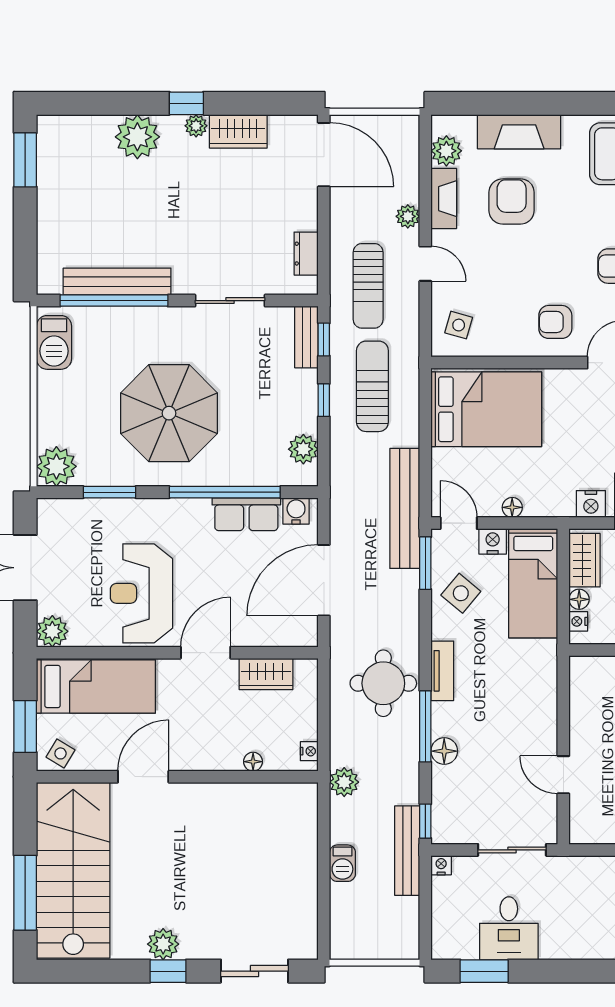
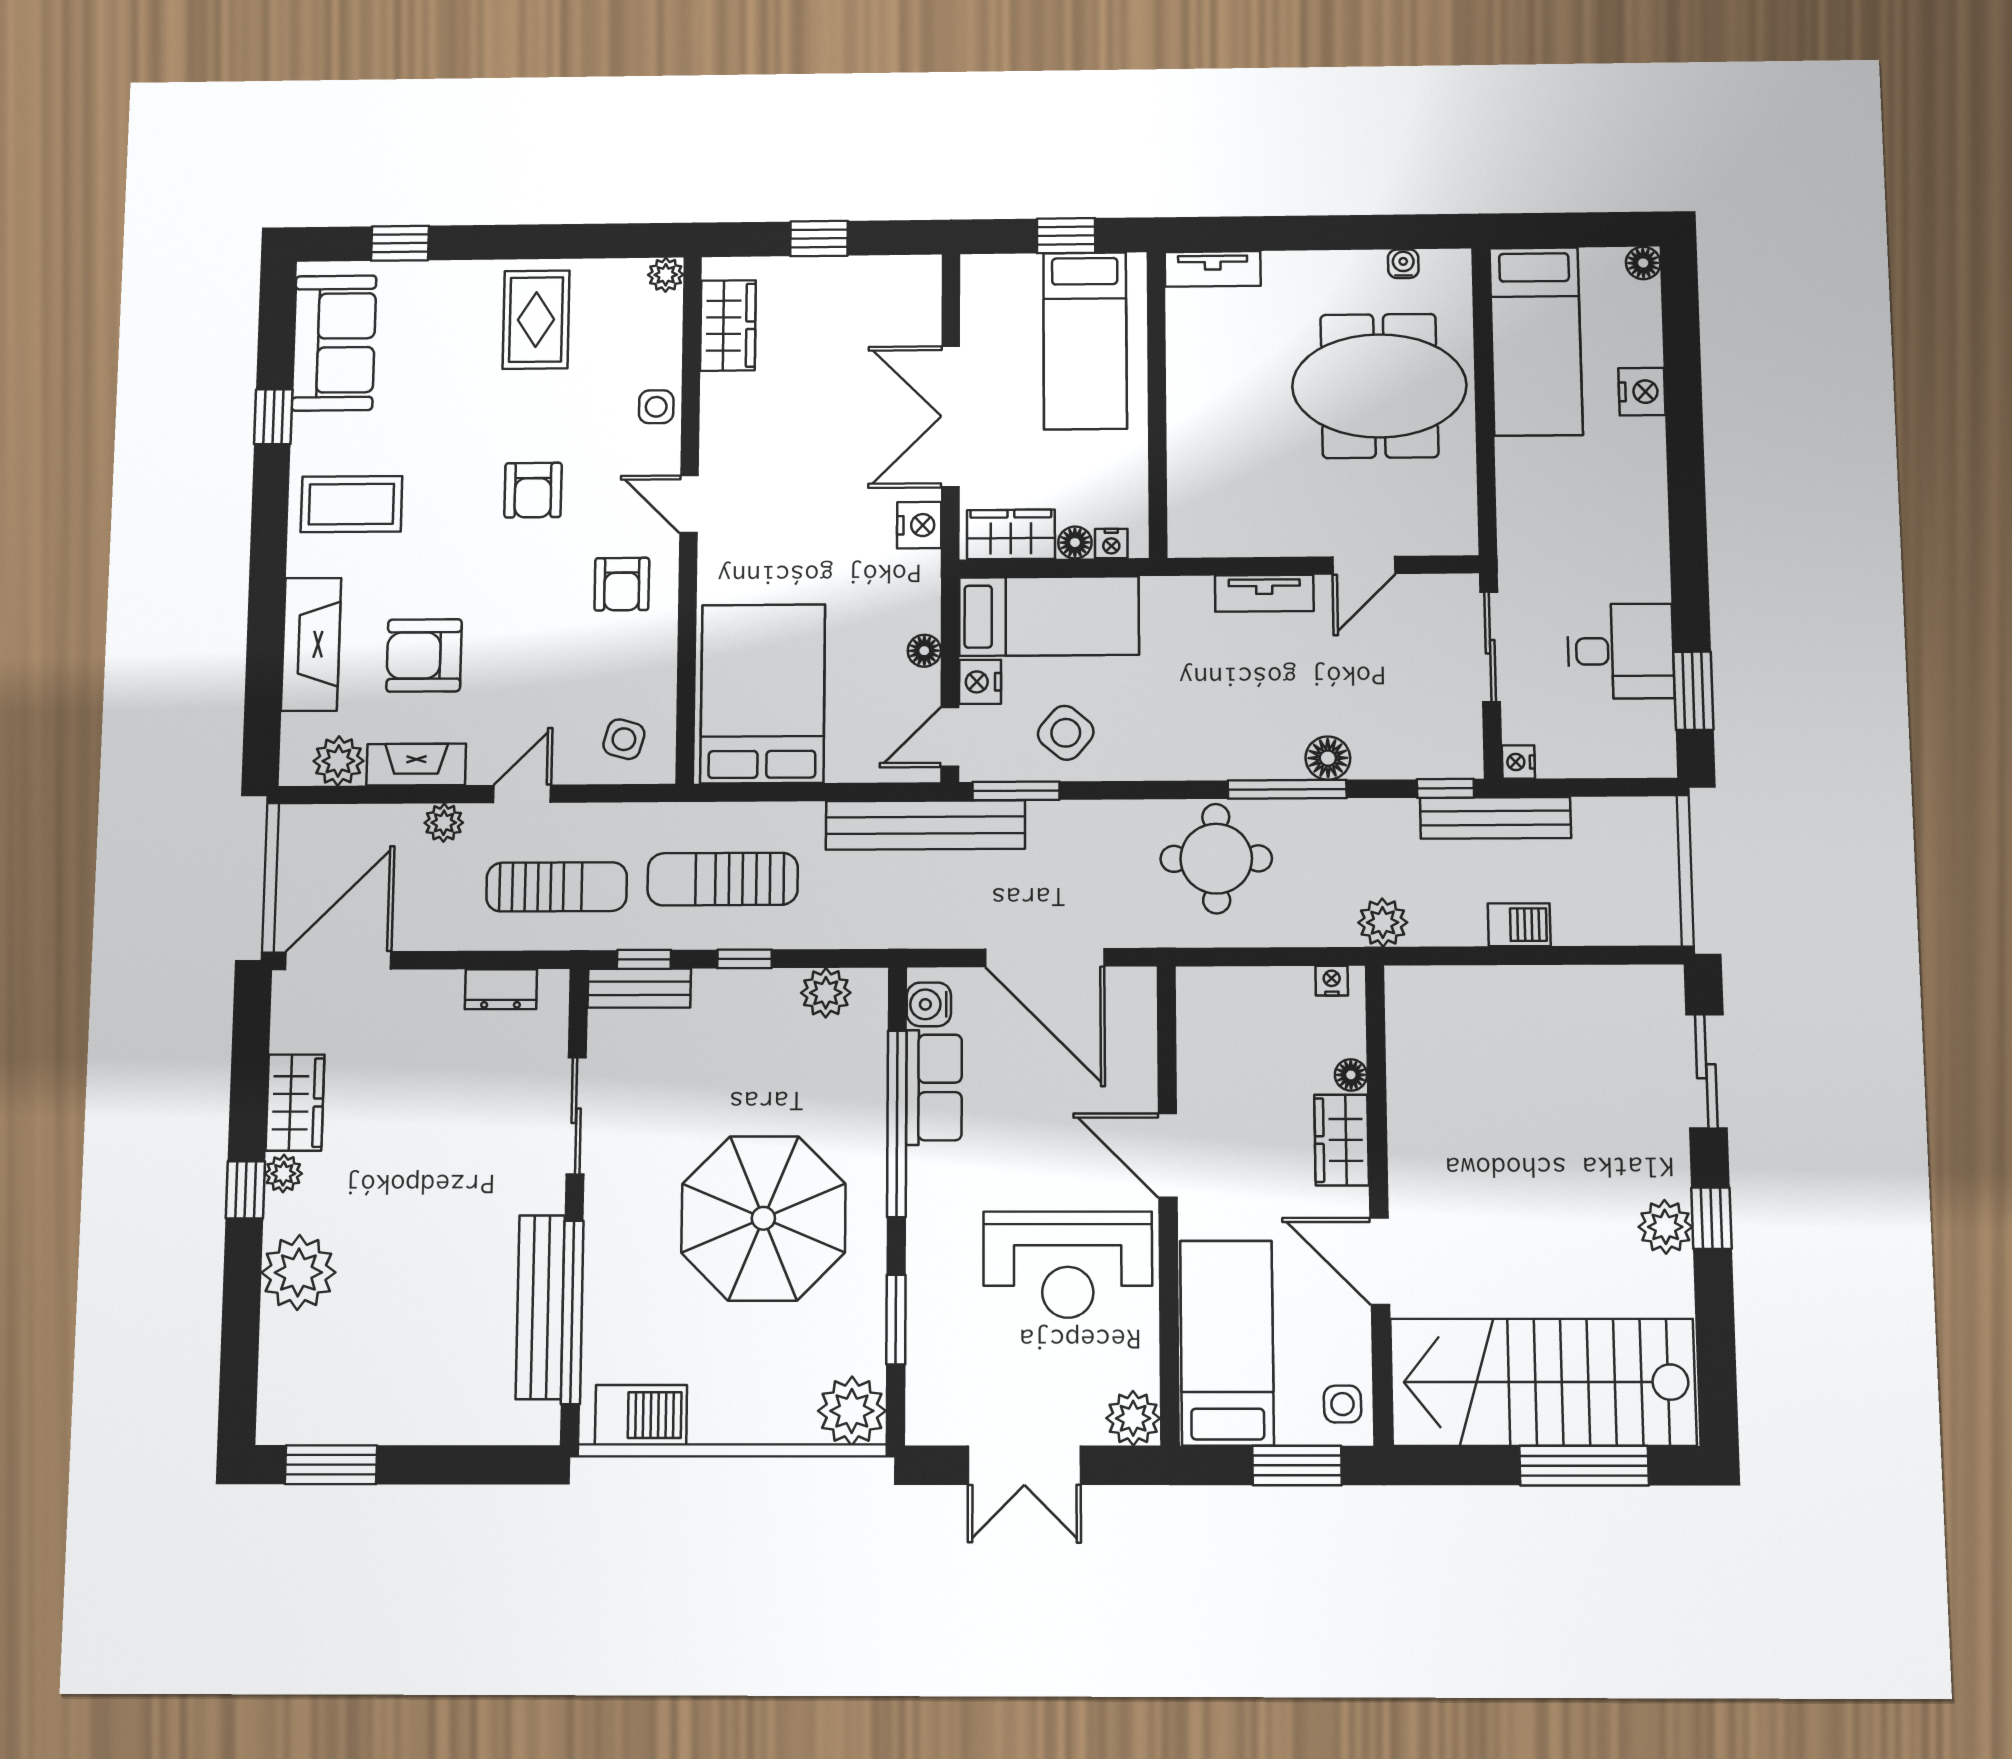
tv unit: (442, 671) -> (1264, 593), moved, turned 180
wardrobe: (266, 674) -> (1342, 1140), moved, turned 180
side table: (60, 753) -> (1342, 1404), turned -32

